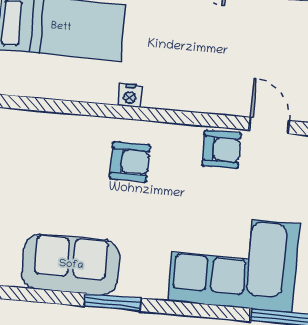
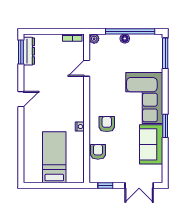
armchair: (222, 149) -> (98, 152), moved
corner sofa: (234, 262) -> (144, 98), moved

